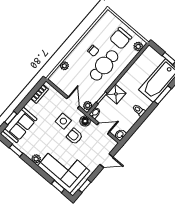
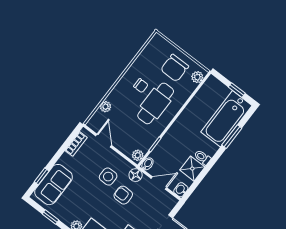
shower: (116, 94) -> (192, 169), moved
door: (73, 102) -> (104, 141), moved

